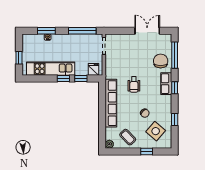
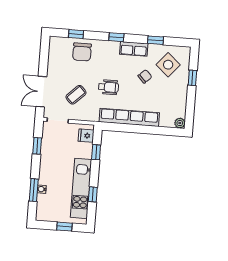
window: (82, 31) -> (37, 146), width x0.46
double door: (147, 31) -> (41, 92), moved
window: (175, 55) -> (76, 34), width x0.46
chair: (161, 61) -> (82, 52), turned -90
window: (63, 79) -> (93, 194), moved
row of seats: (166, 84) -> (134, 49), moved
coffee table: (128, 137) -> (76, 95), moved

